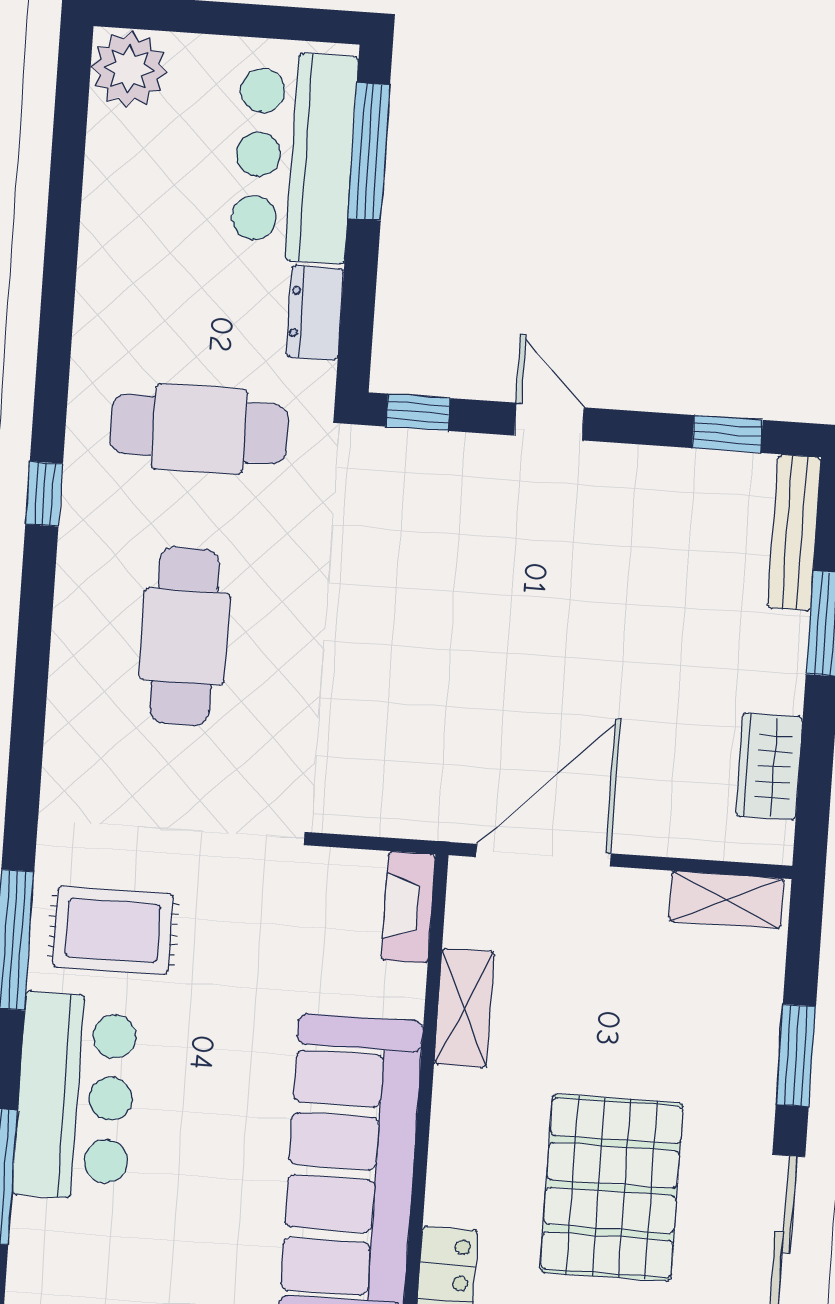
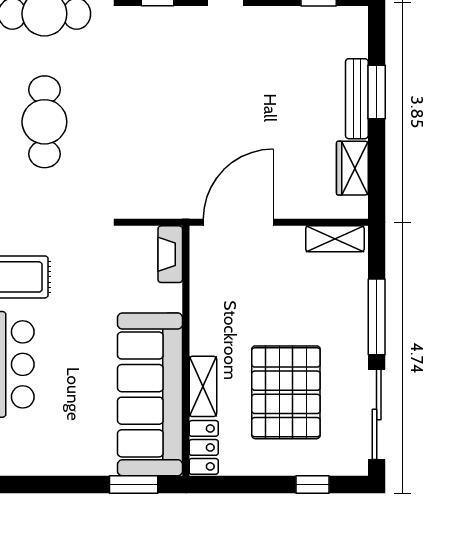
bench: (794, 533) -> (357, 99), moved
shelving: (464, 1008) -> (203, 386), moved
window: (796, 1055) -> (377, 317), width x1.44

